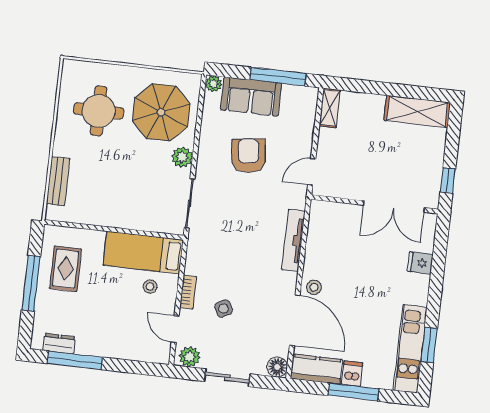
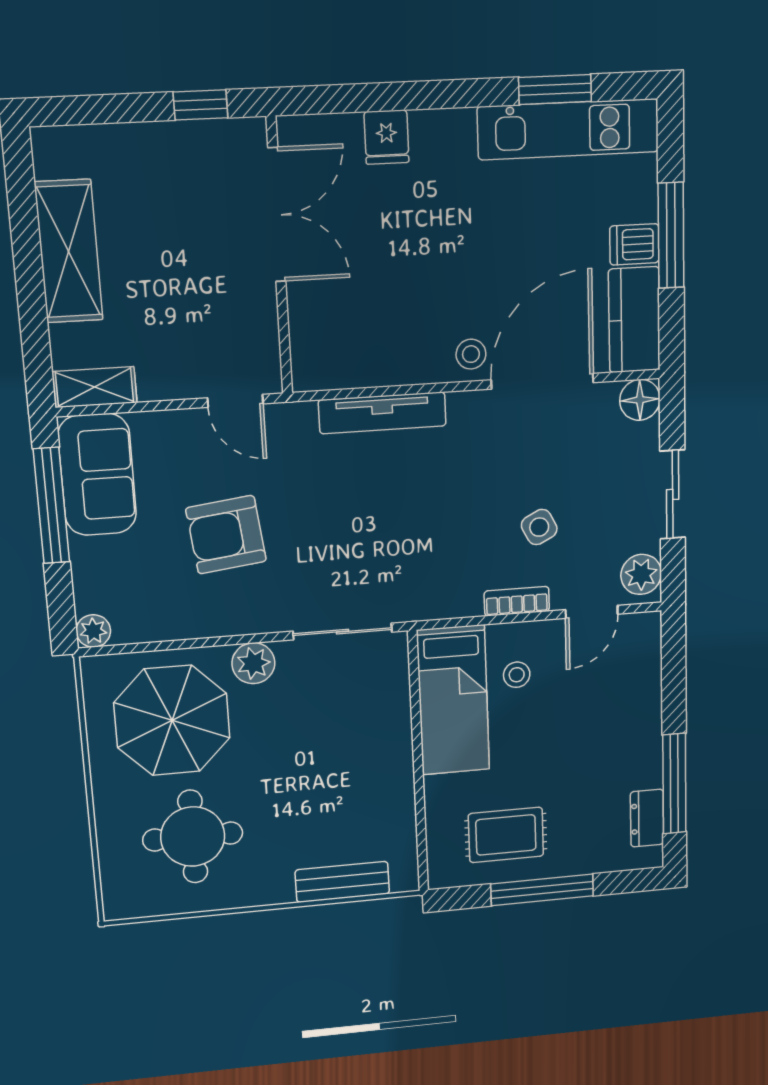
sofa: (251, 97) -> (97, 475), moved
shelving: (417, 112) -> (69, 251), moved

